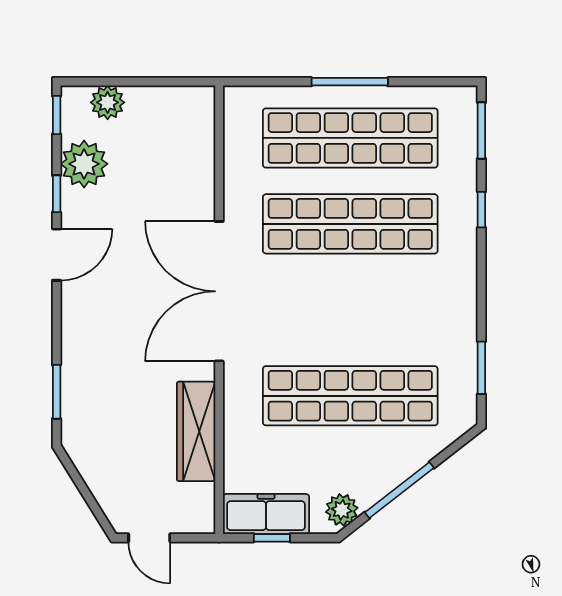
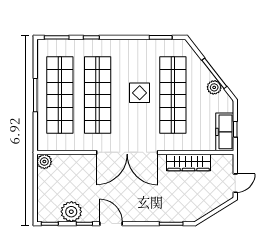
plant: (108, 102) -> (44, 162), moved
display table: (355, 320) -> (140, 93), added
plant: (342, 510) -> (214, 87), moved

